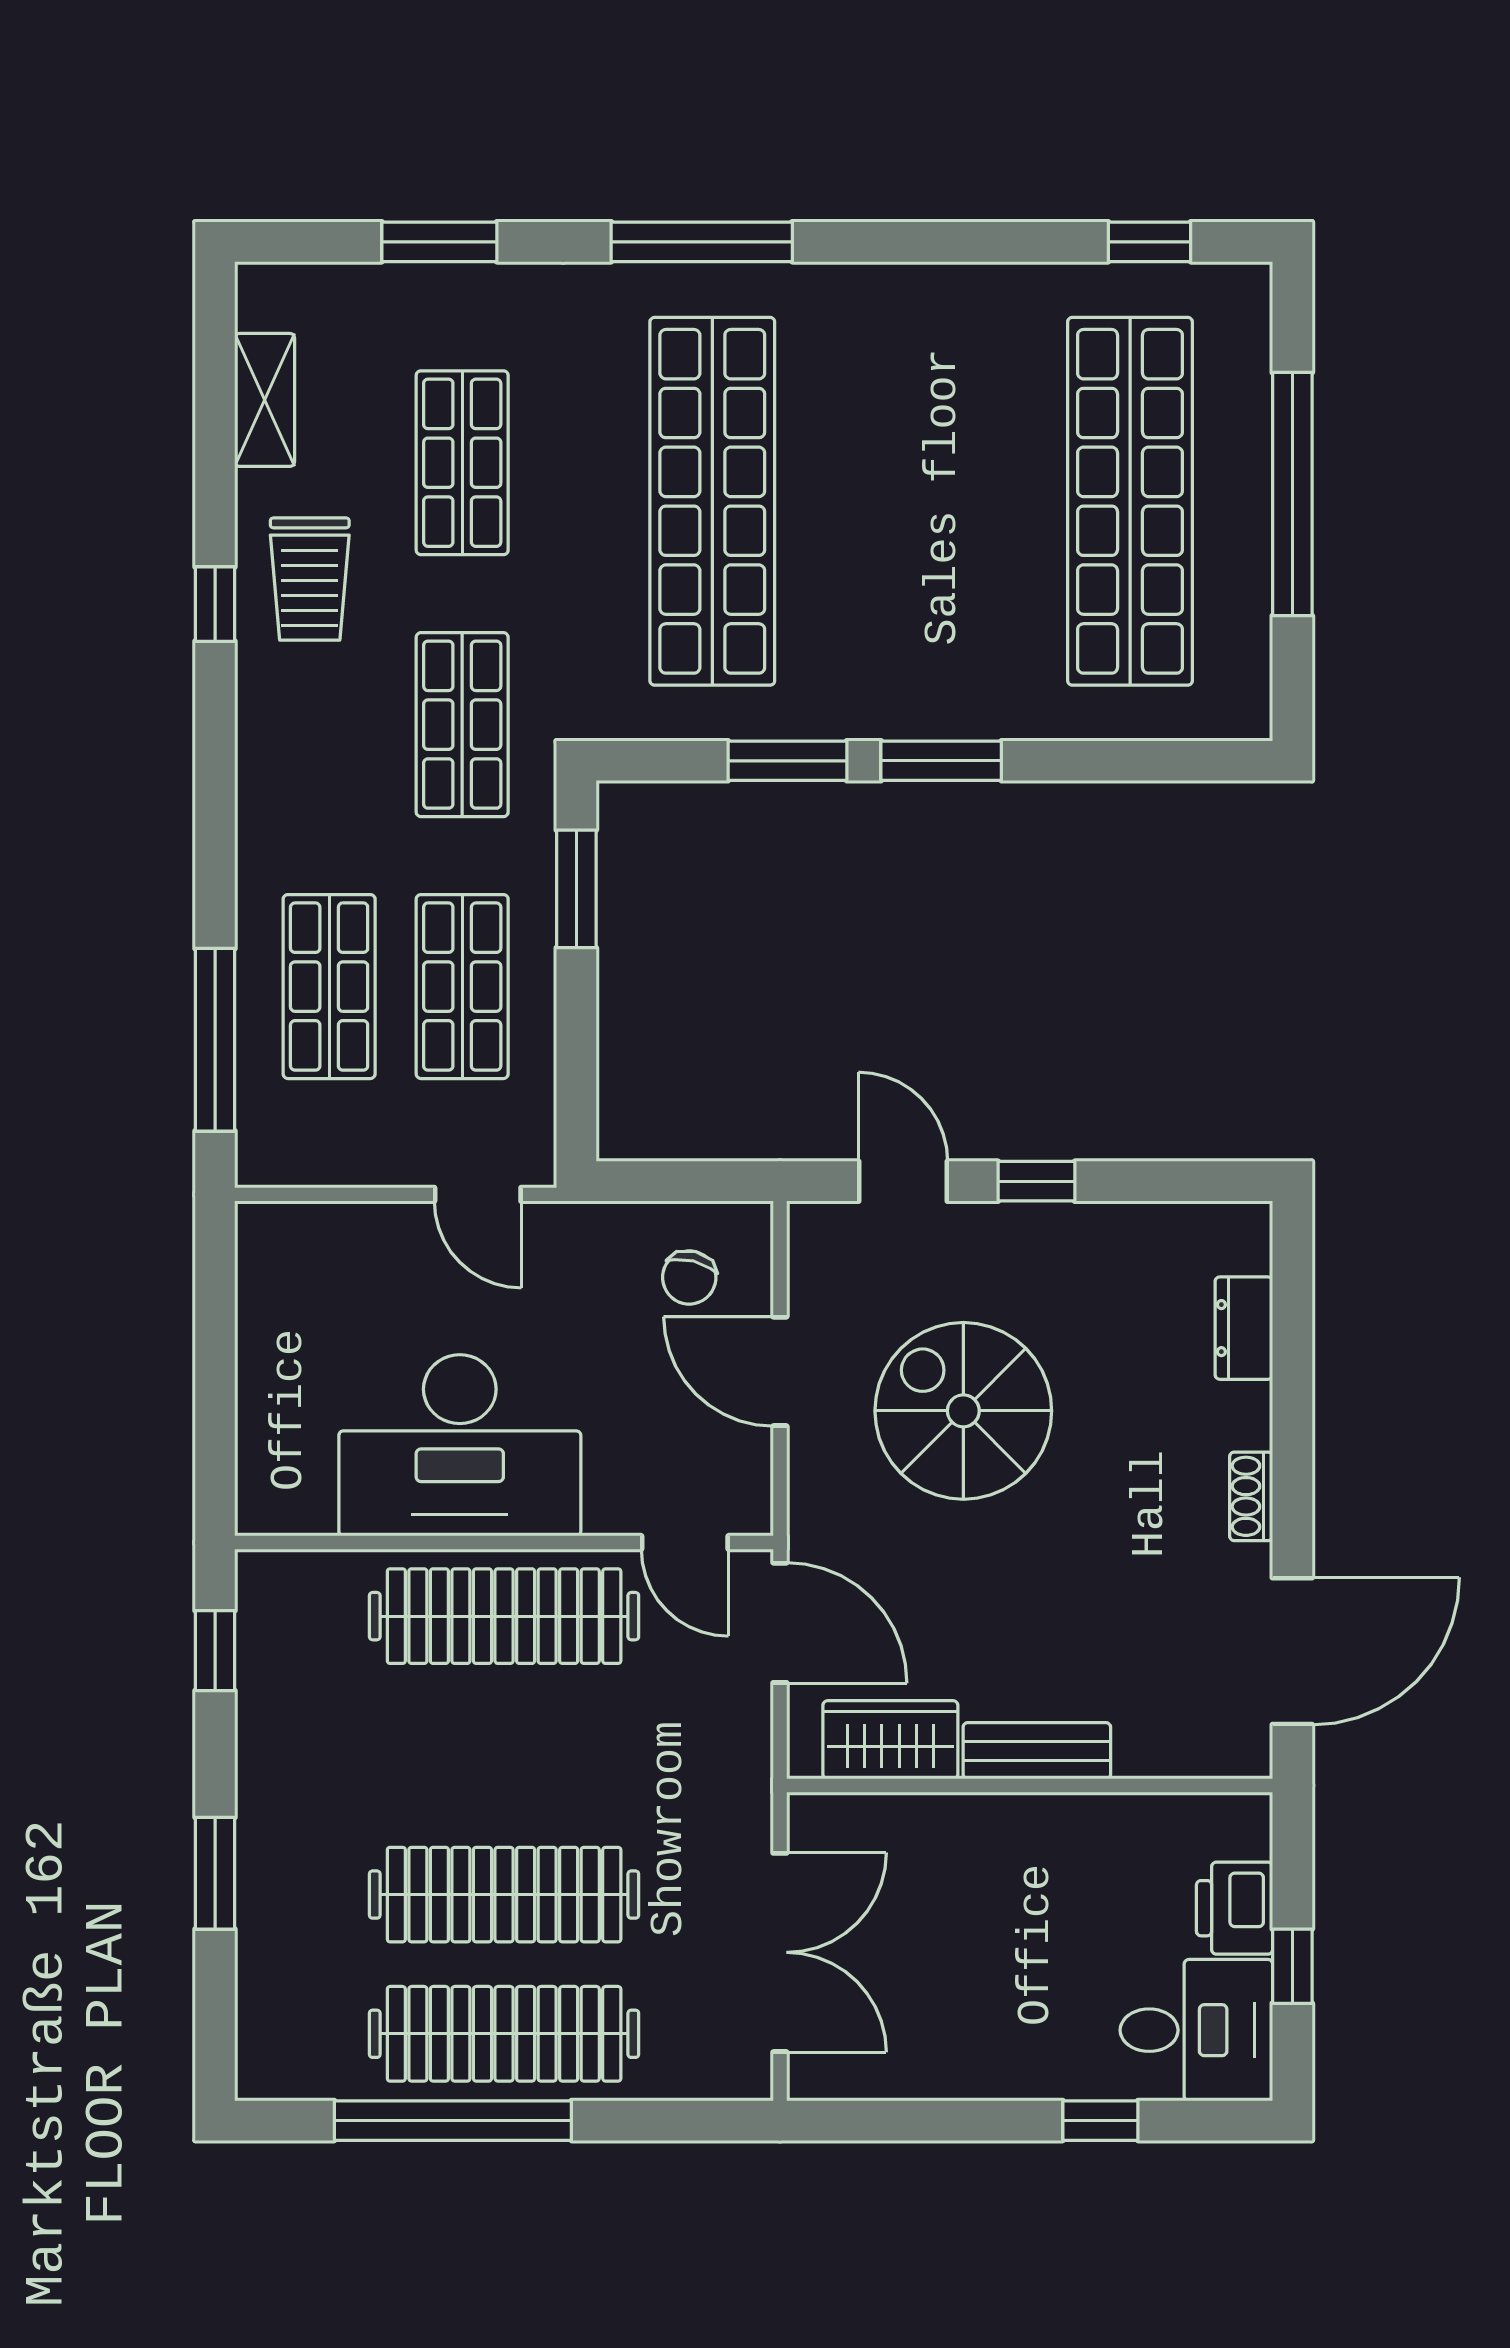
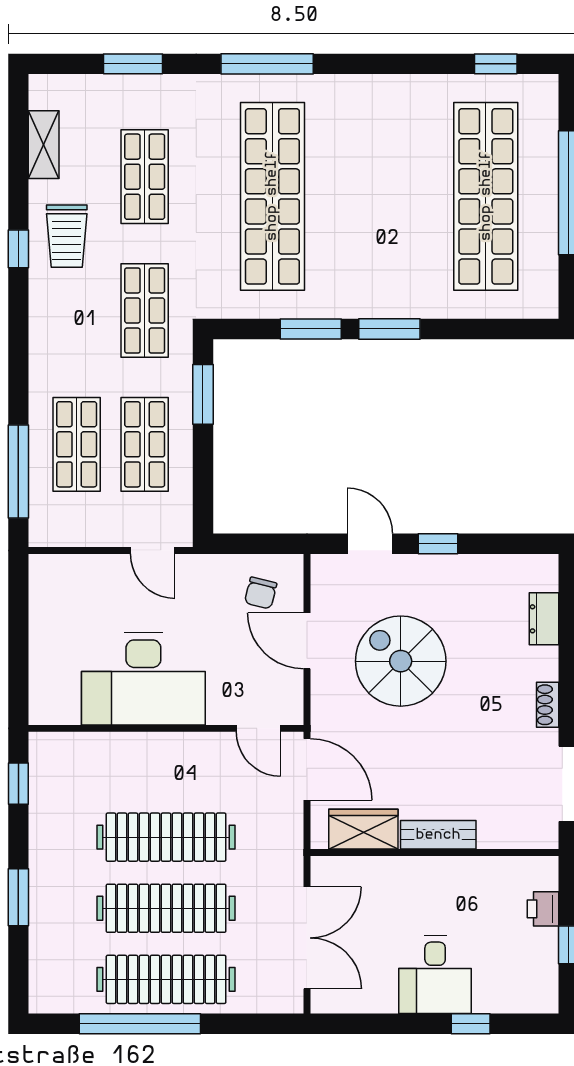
clothes rail: (504, 1616) -> (166, 837), moved
printer: (1235, 1908) -> (543, 909), width x0.73, depth x0.81
desk: (1196, 2030) -> (435, 975), moved, turned 90

